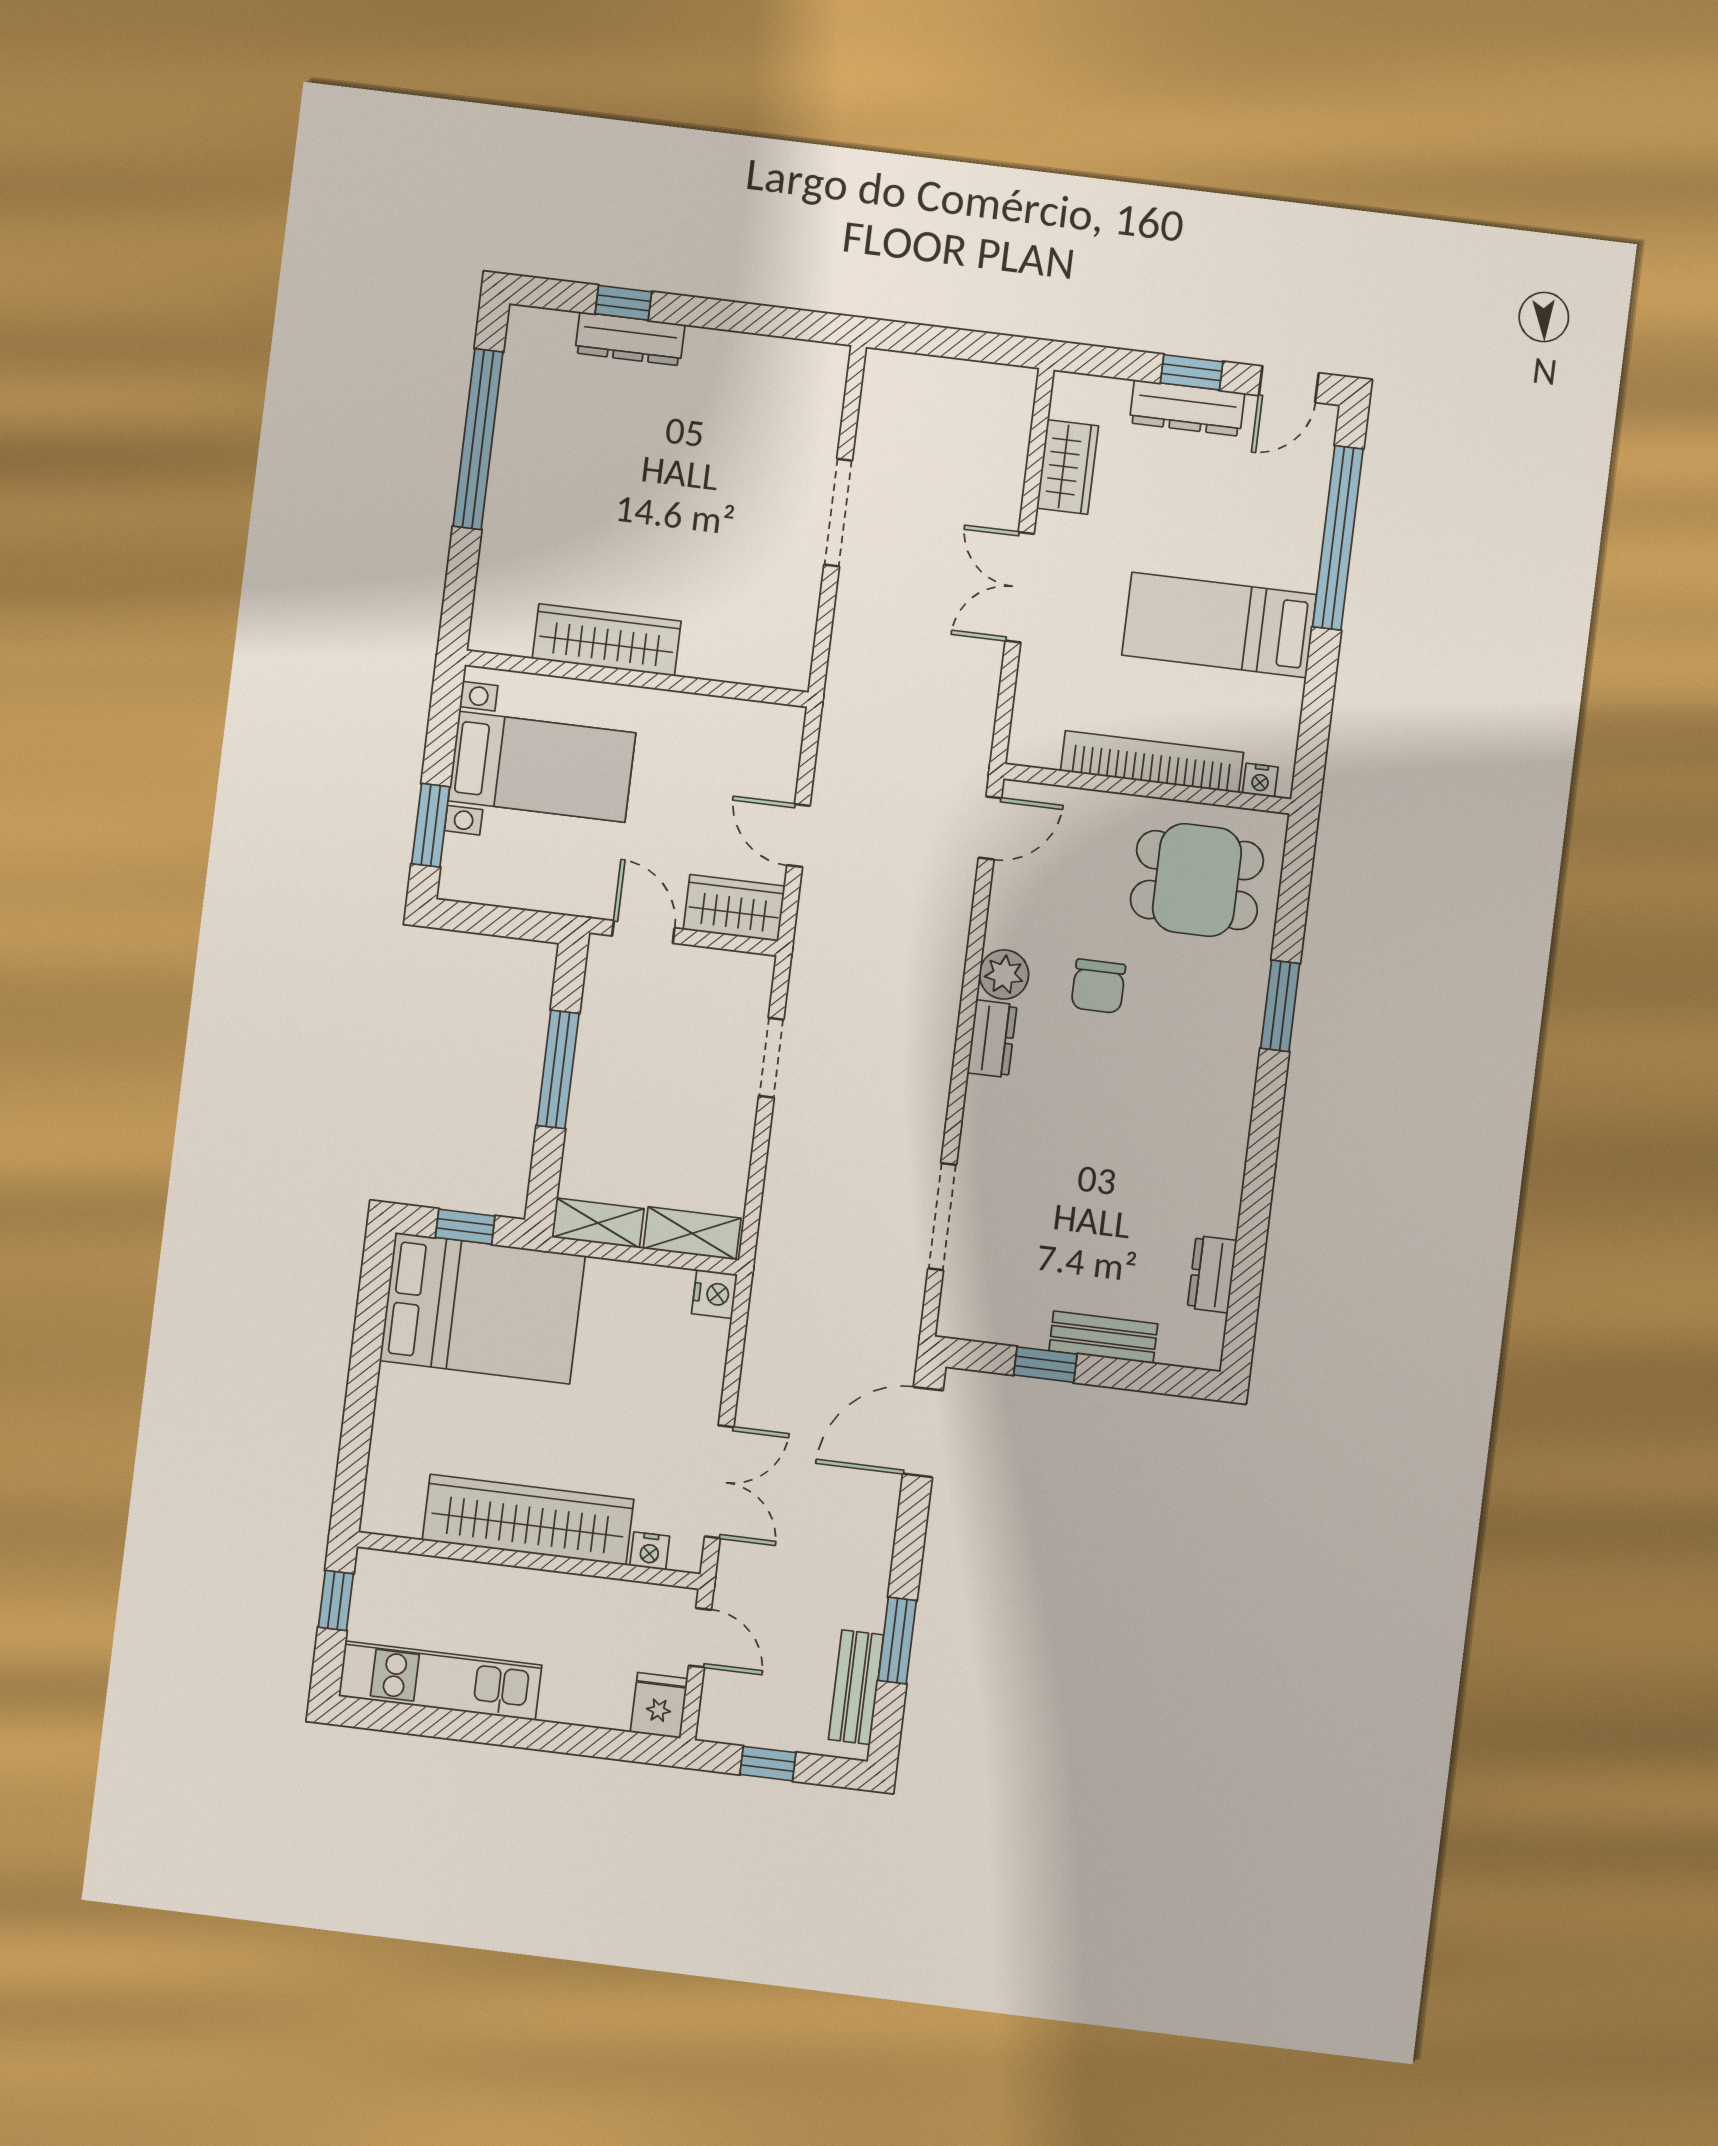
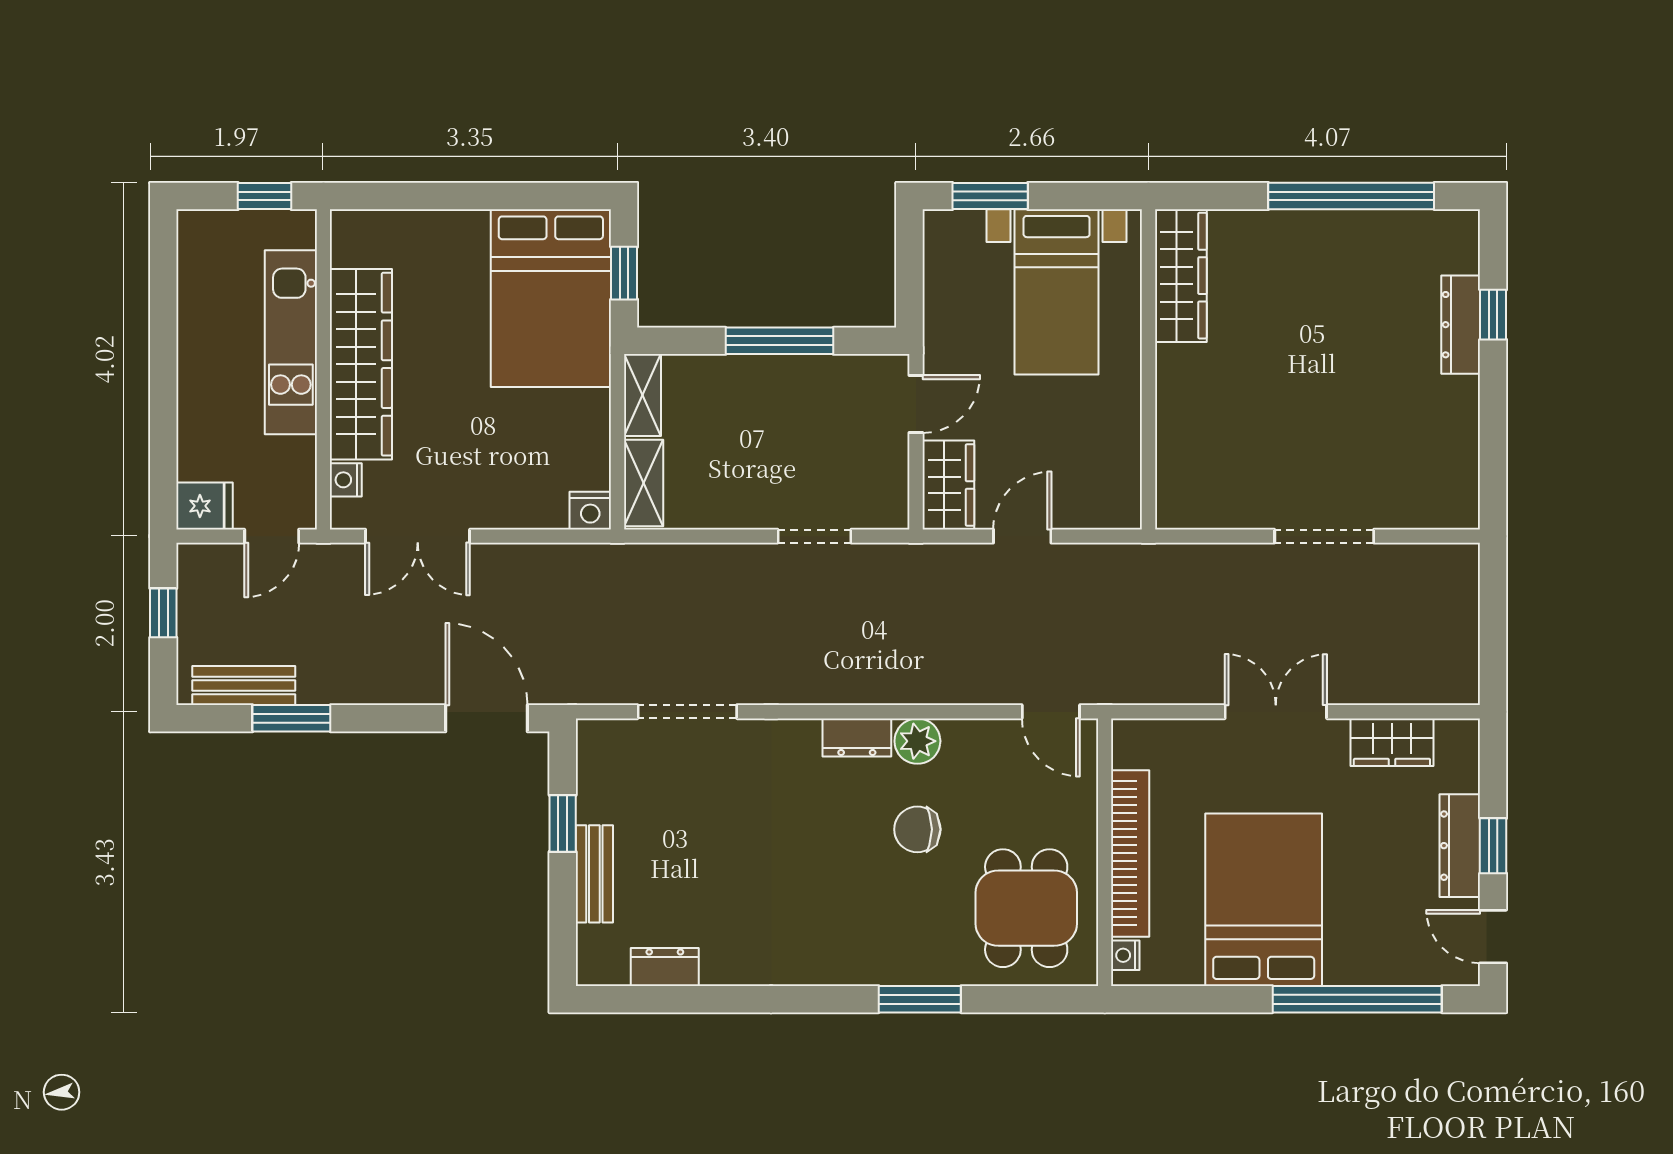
bed: (1219, 625) -> (1264, 900), width x1.50
wardrobe: (607, 640) -> (1181, 276), moved
kitchen unit: (440, 1681) -> (291, 342), moved, turned 180

